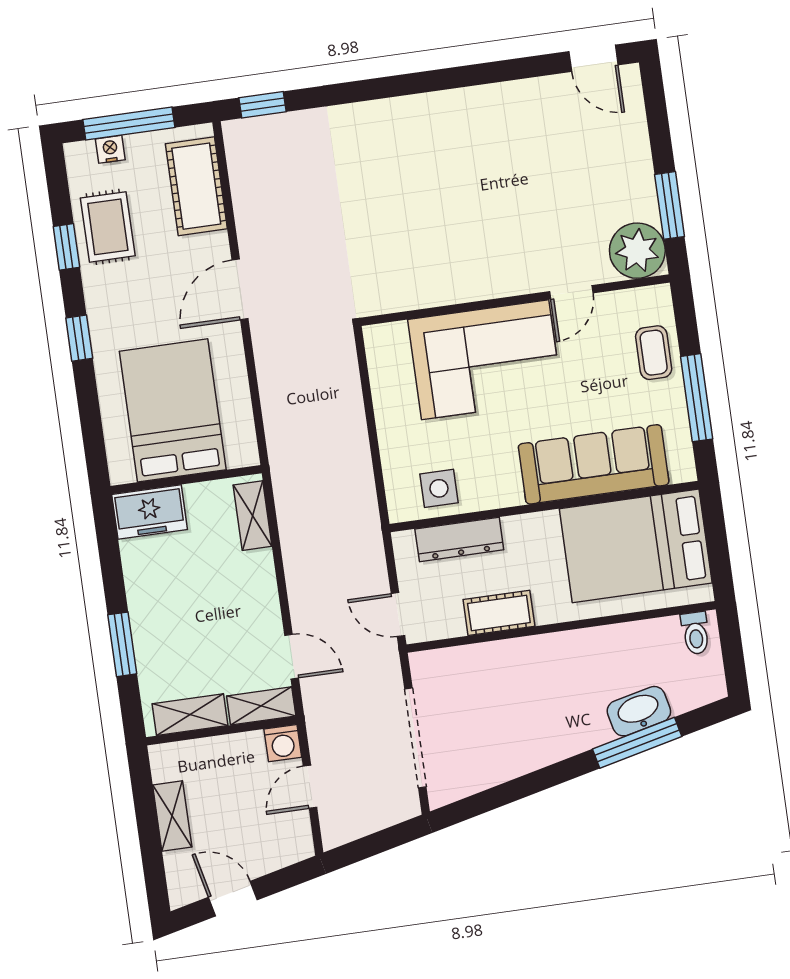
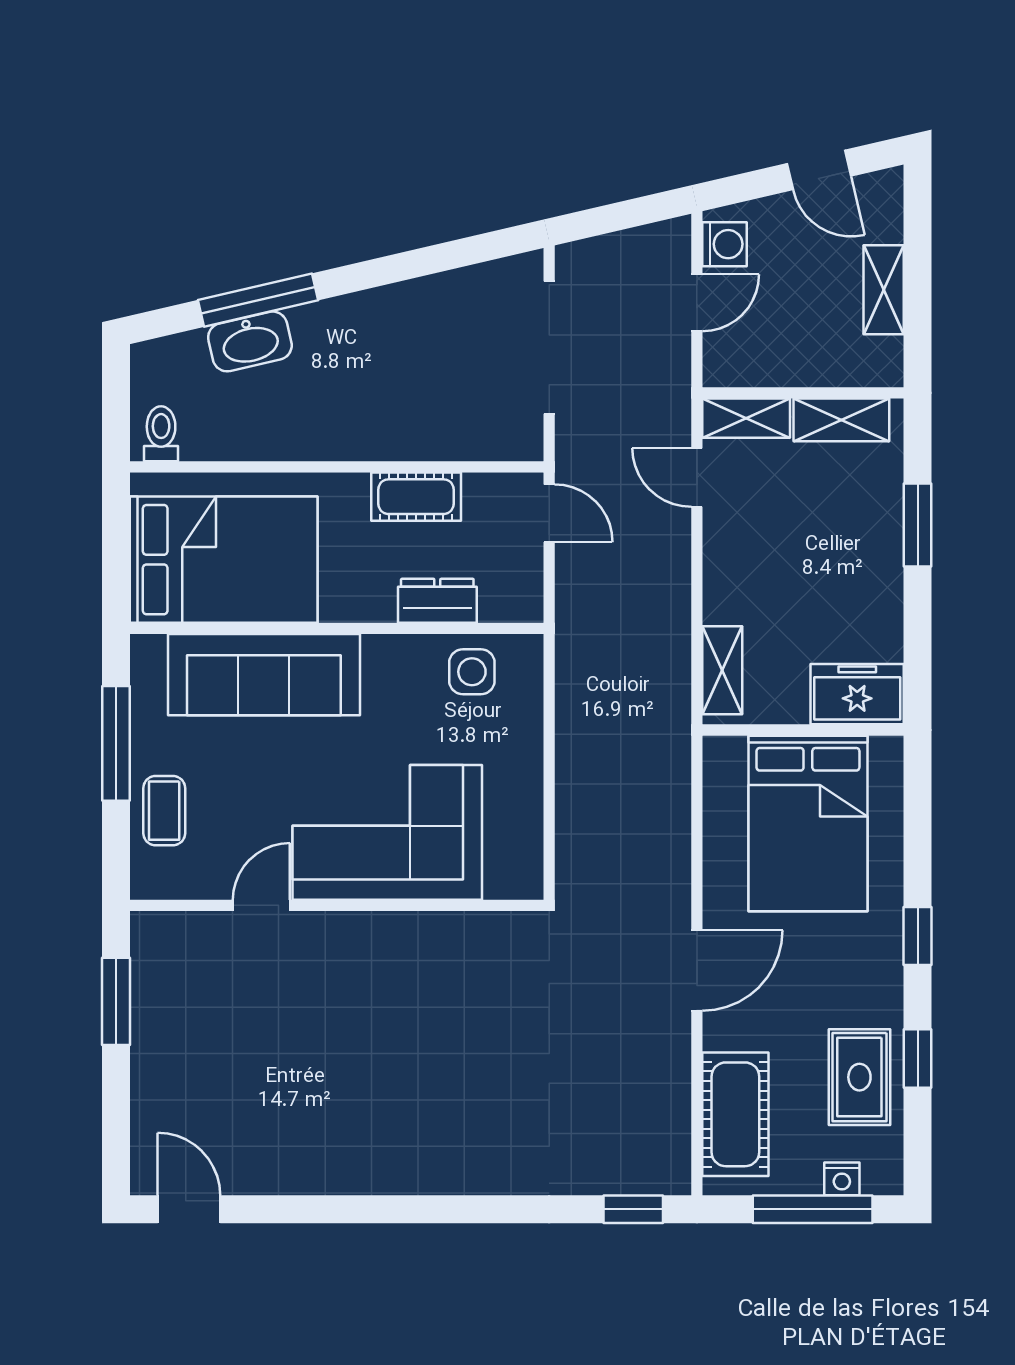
plant: (637, 251) -> (167, 948), removed
dresser: (459, 539) -> (437, 601), width x0.70
washing machine: (283, 743) -> (725, 244), moved, turned 90

